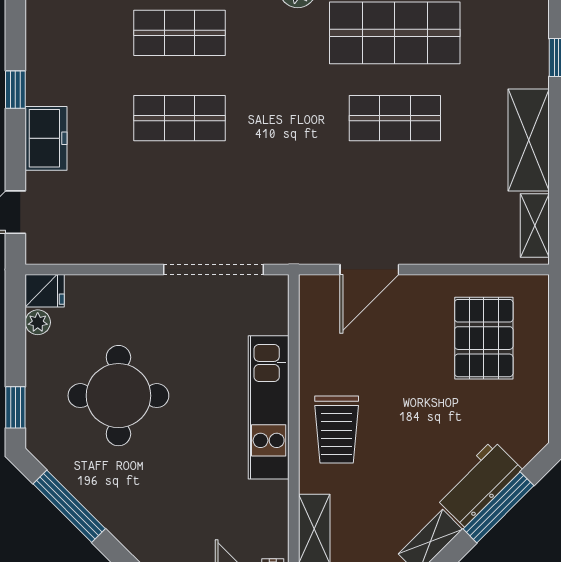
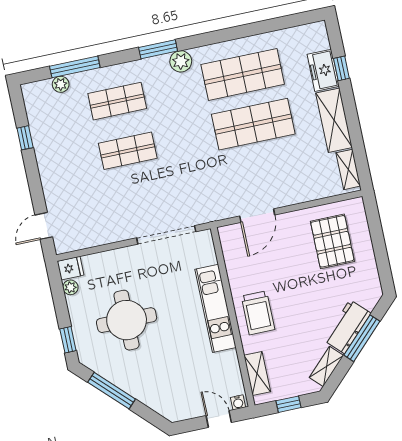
window: (15, 90) -> (25, 138), moved
shop shelf: (395, 118) -> (253, 124), width x1.43, depth x1.36
freezer: (46, 138) -> (323, 70), moved, turned 180

